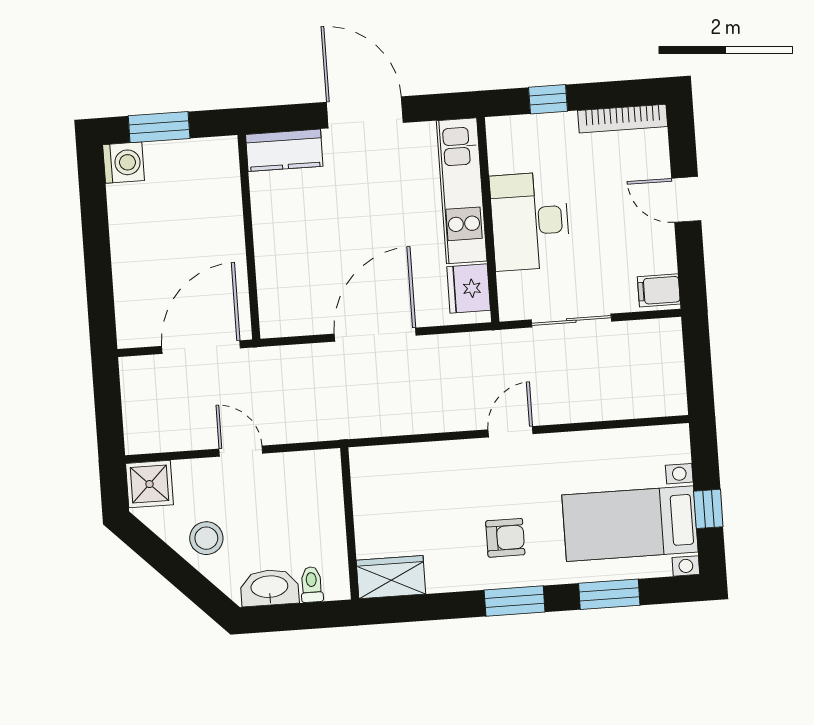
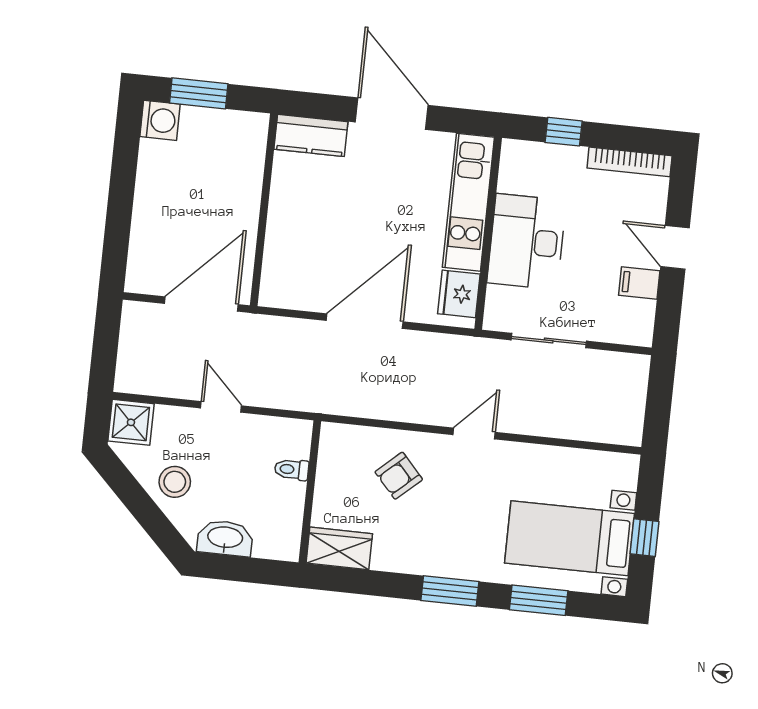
filing cabinet: (659, 290) -> (639, 283), moved
armchair: (505, 538) -> (399, 476), moved, turned 138
toilet: (312, 585) -> (292, 469), moved, turned -90

